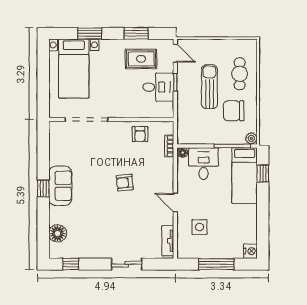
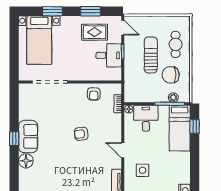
plant: (251, 138) -> (173, 98), moved
floor lamp: (58, 233) -> (26, 161), moved

